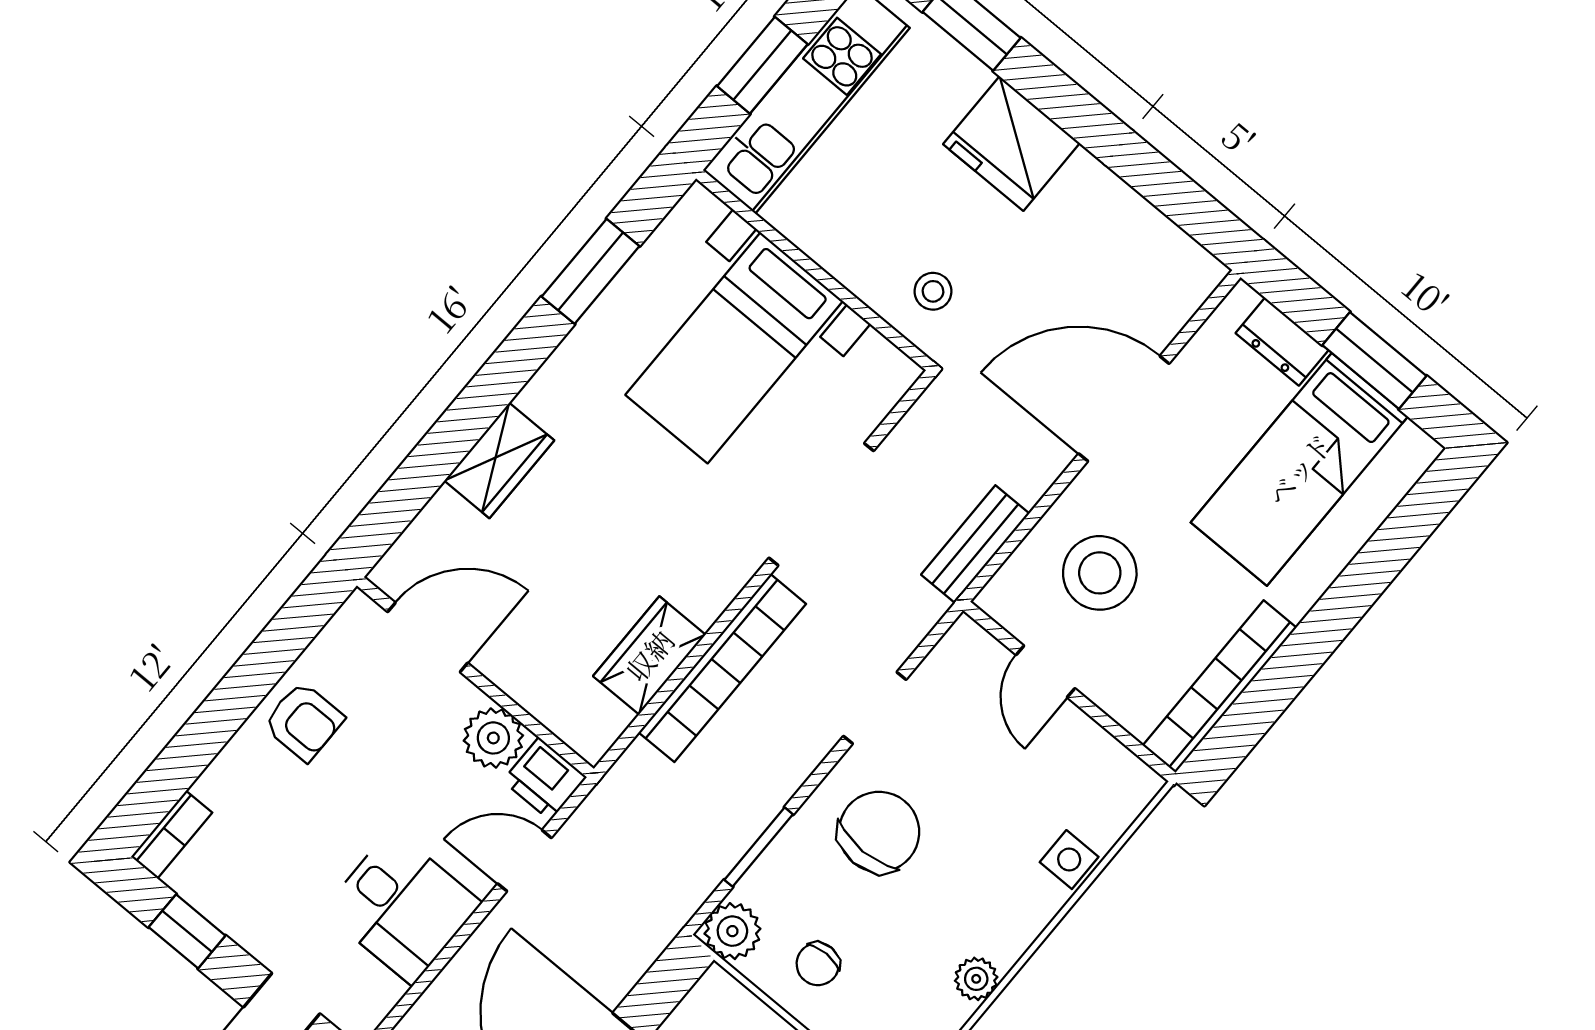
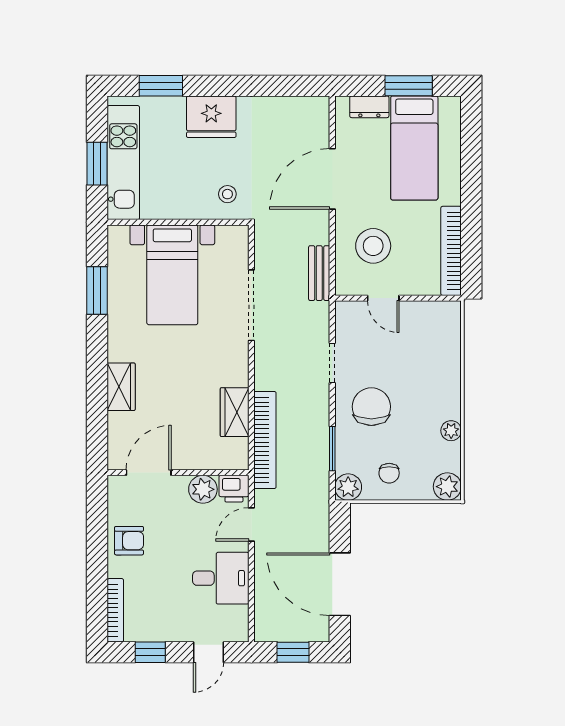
bookcase: (722, 668) -> (265, 440), moved
bookcase: (172, 835) -> (115, 610), width x1.56
side table: (1069, 860) -> (449, 359), removed

